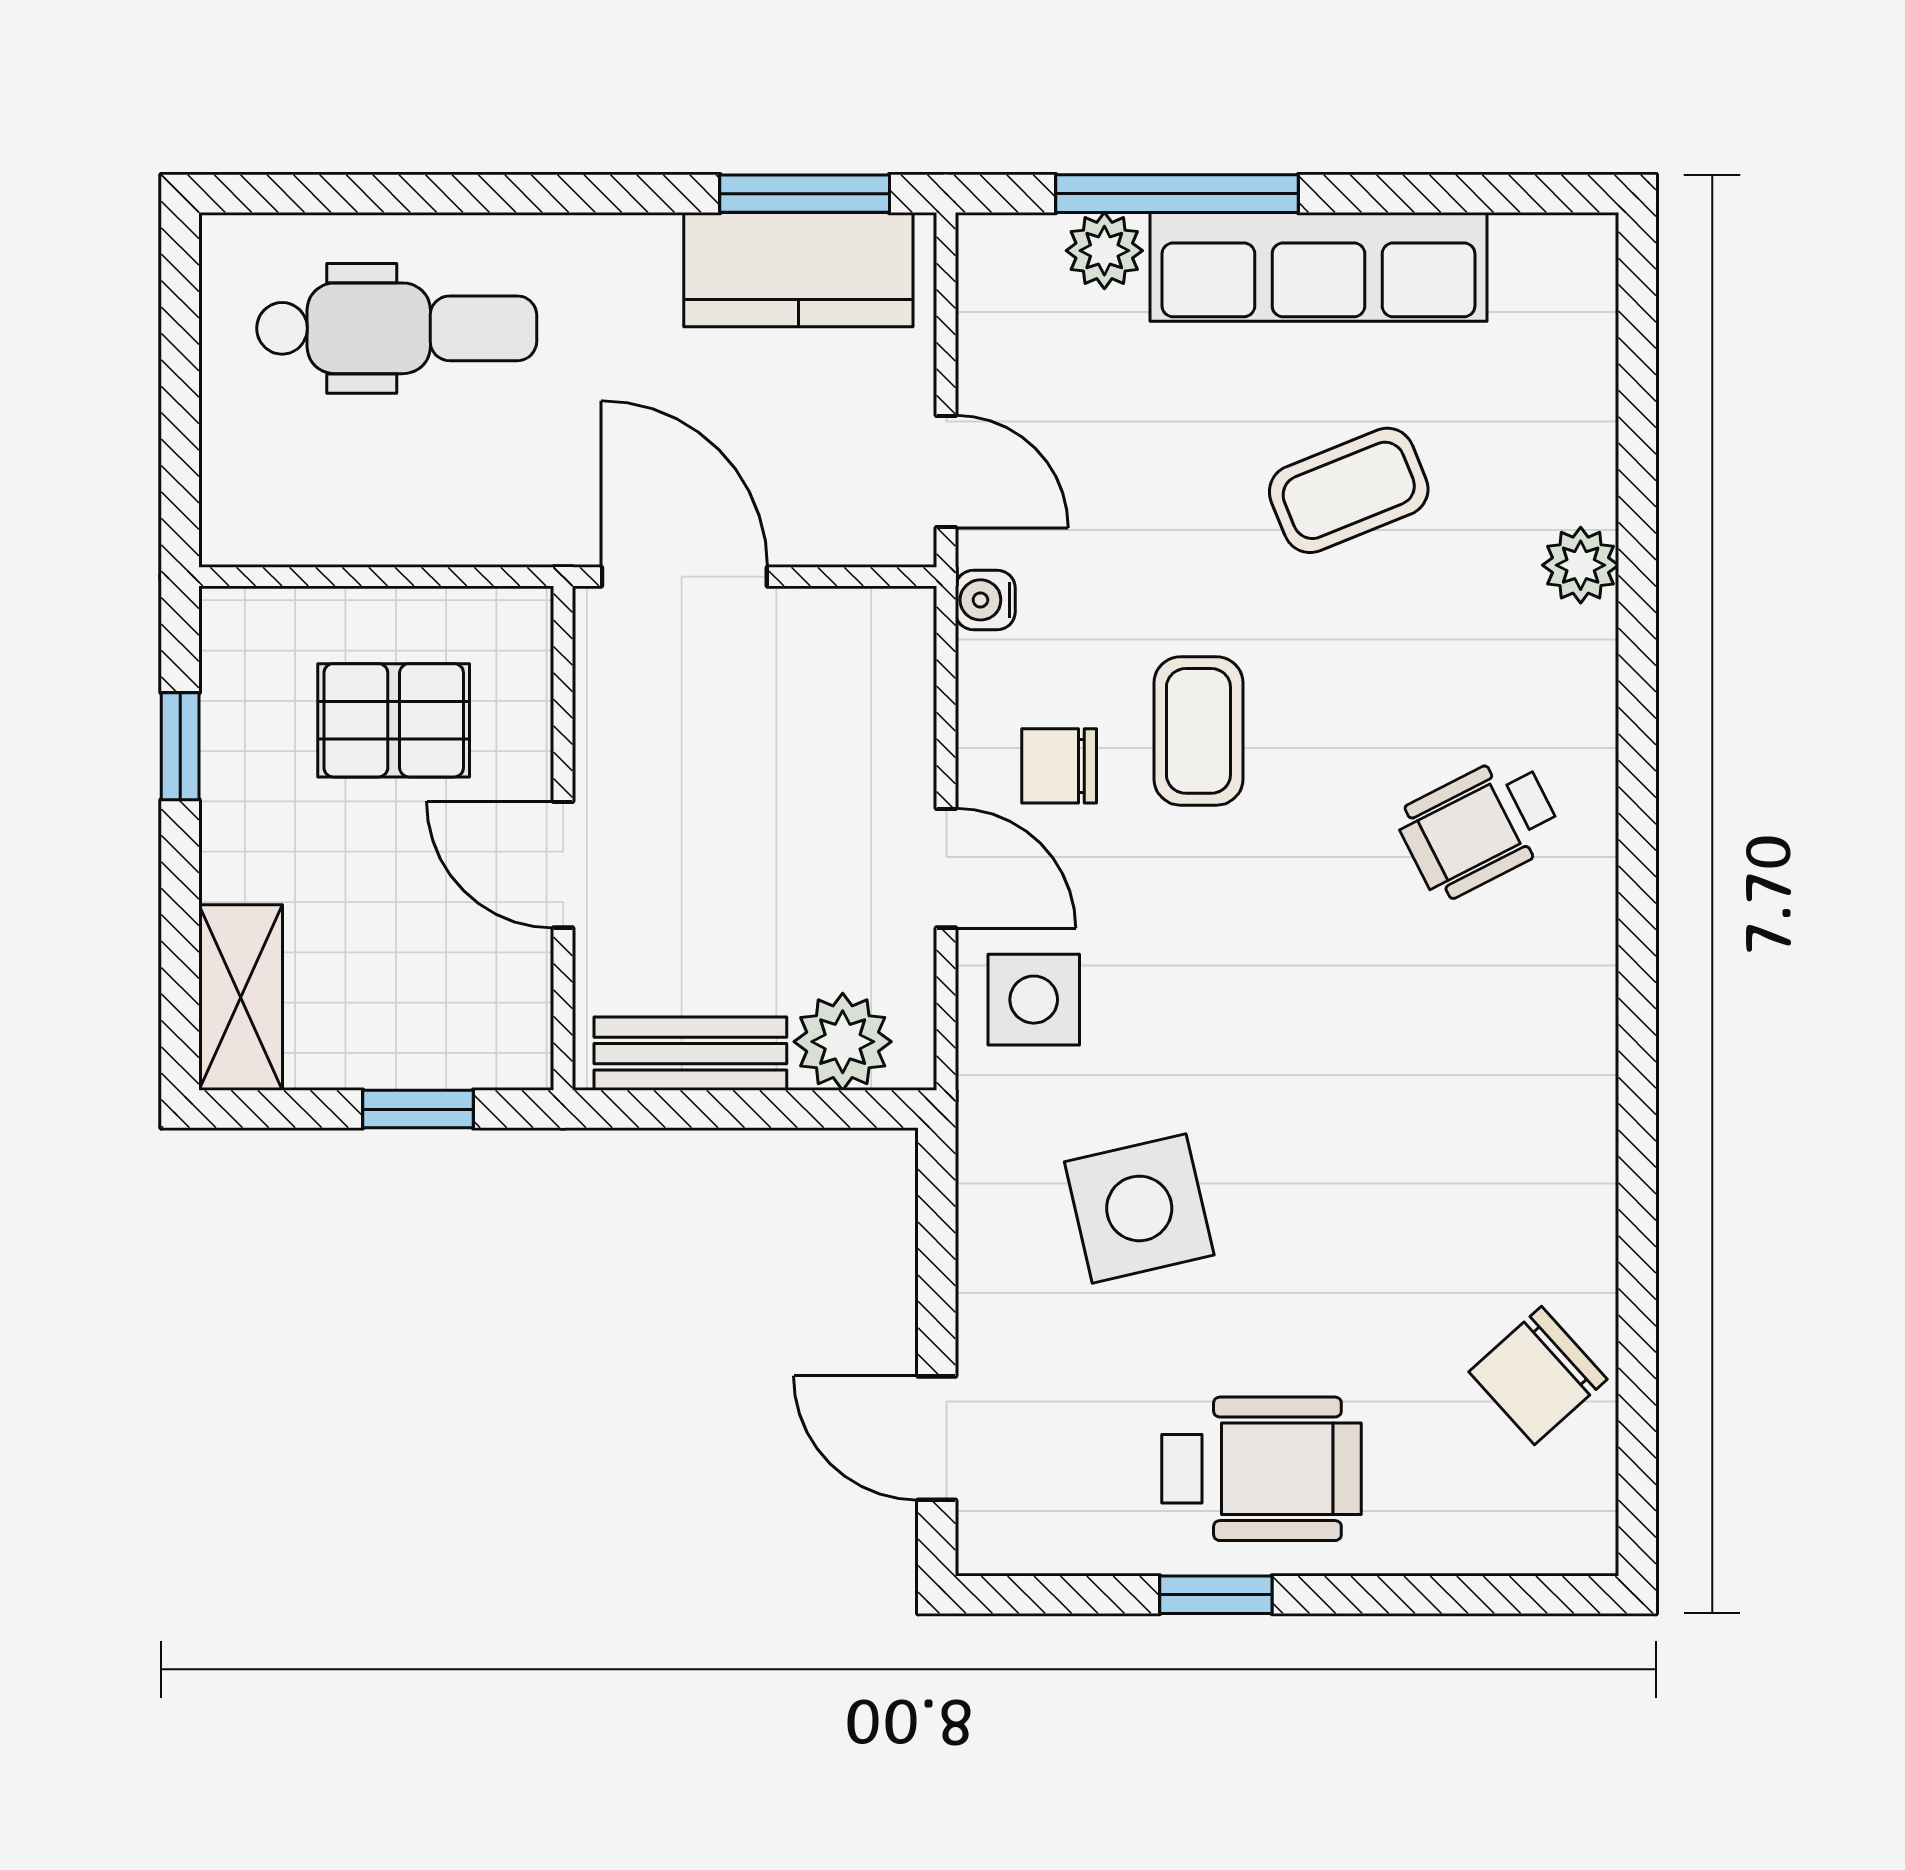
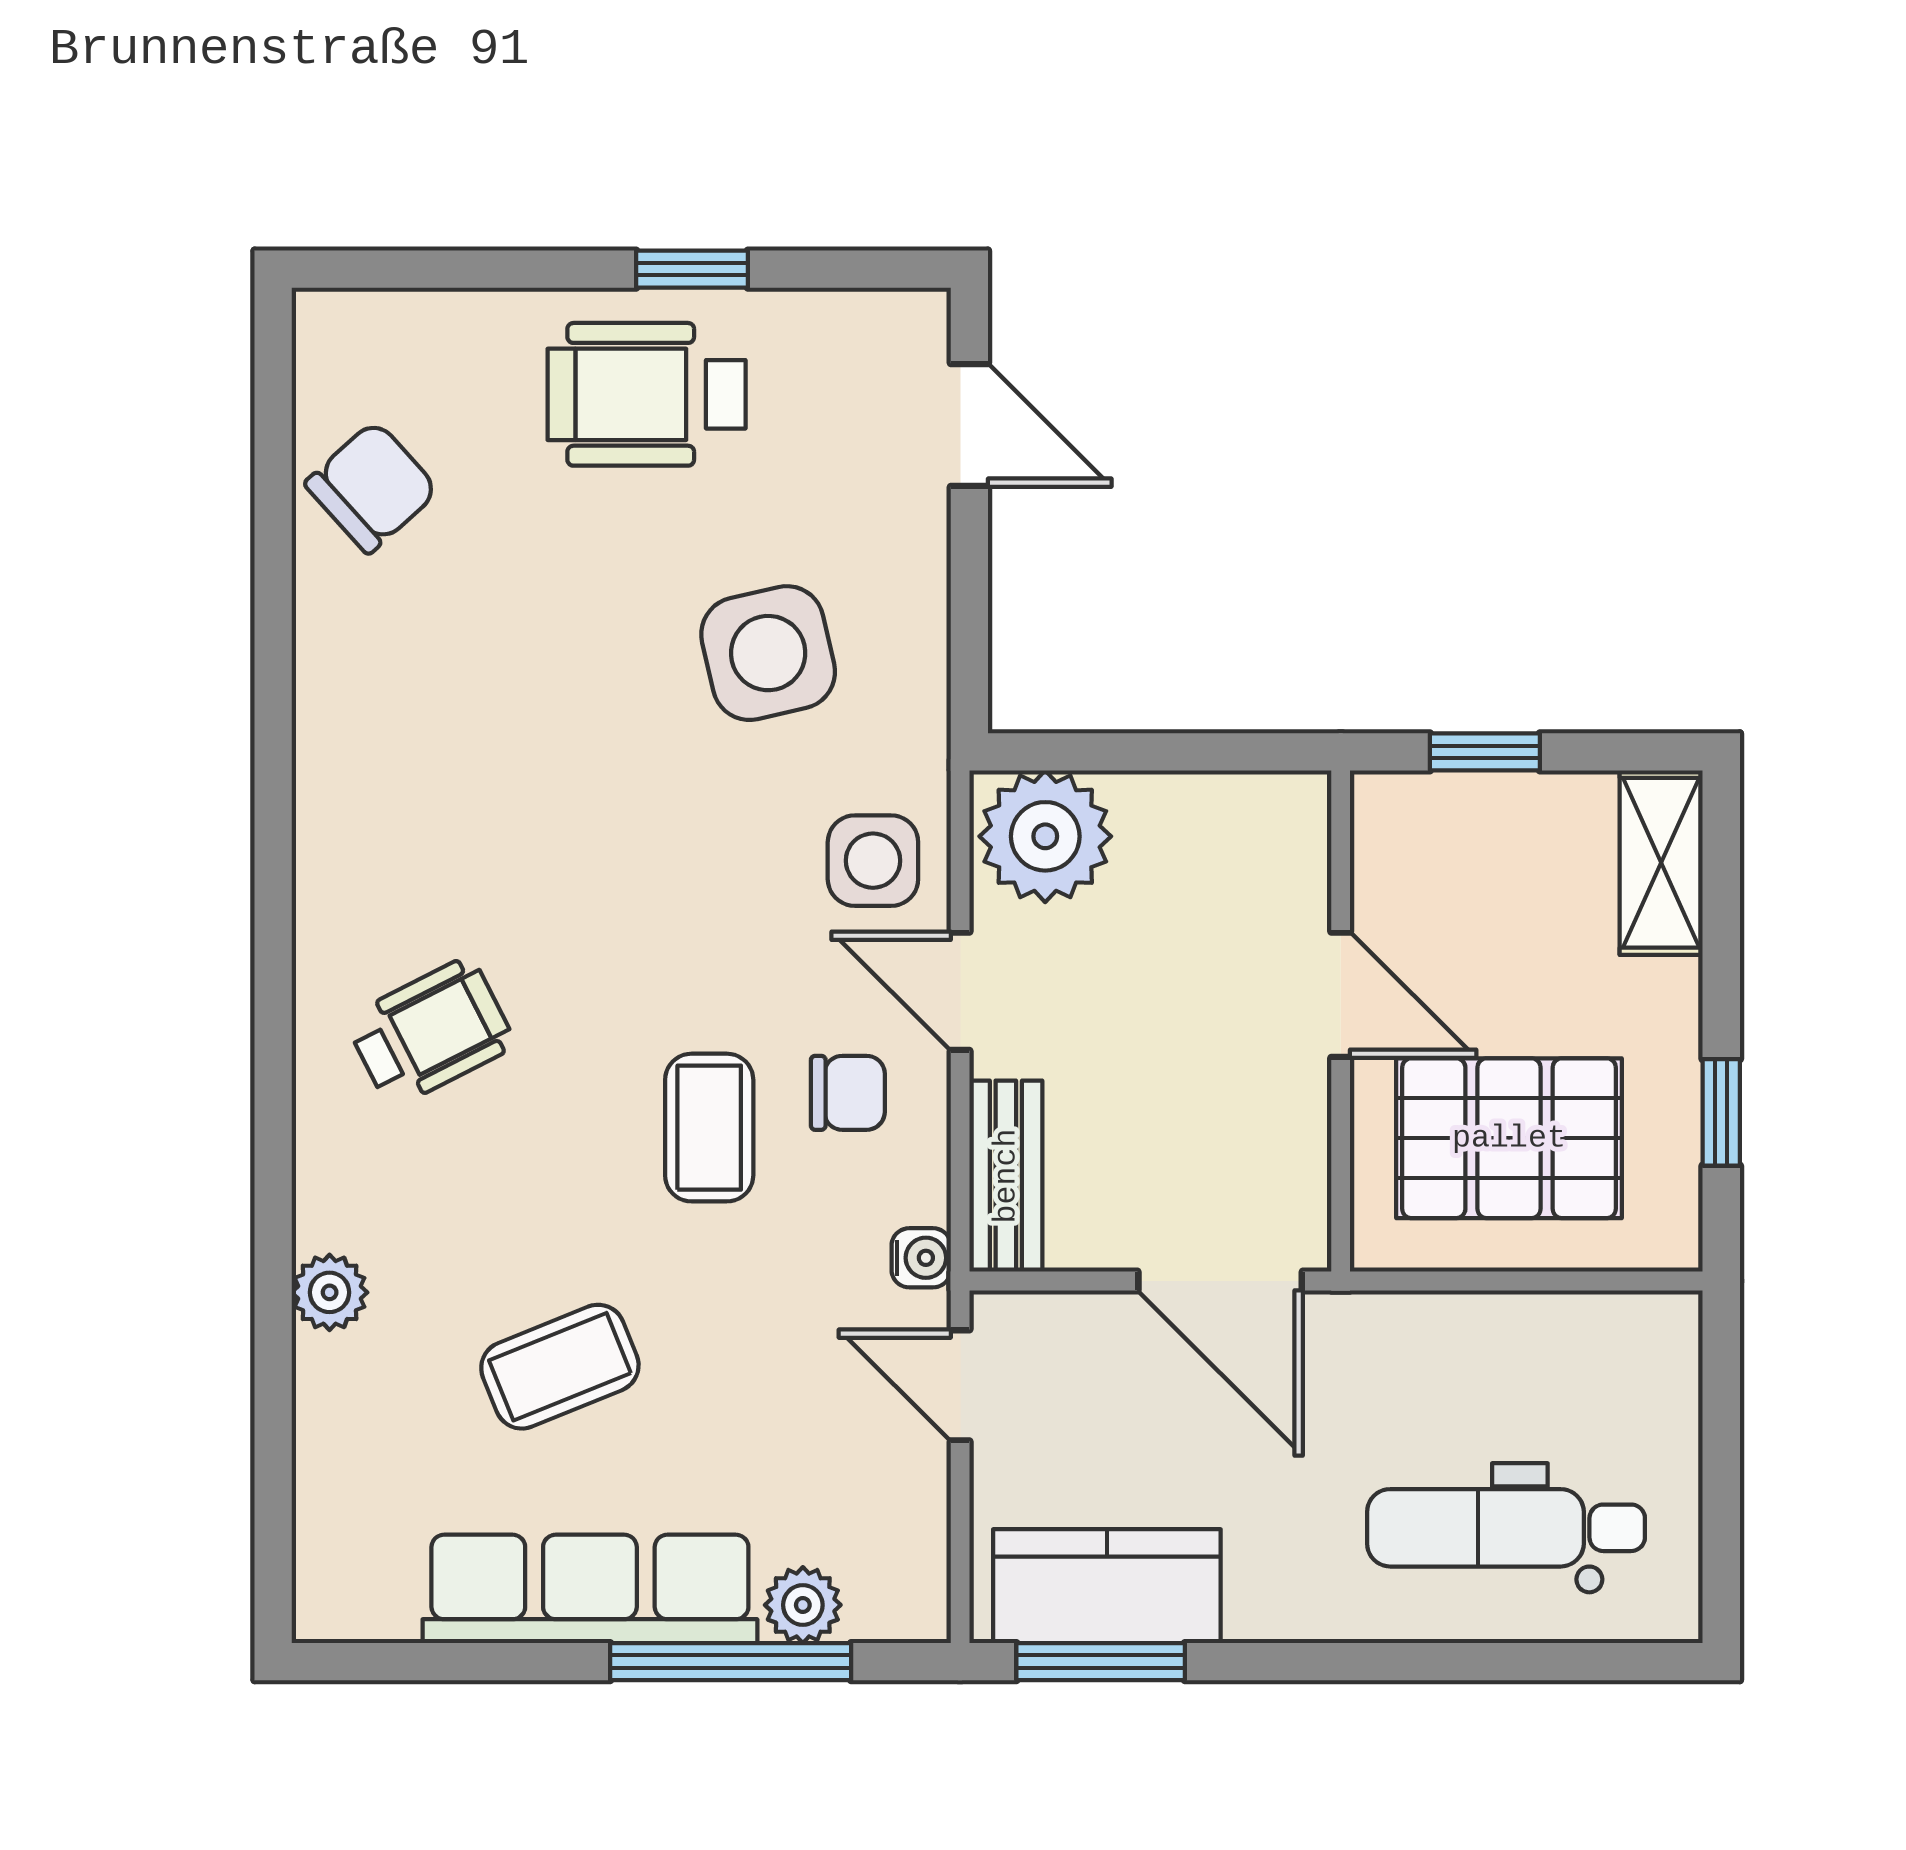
pallet: (394, 720) -> (1509, 1138), width x1.50, depth x1.42
plant: (843, 1042) -> (1045, 836), width x1.36, depth x1.36
bench: (690, 1054) -> (1006, 1176), moved, turned 90

